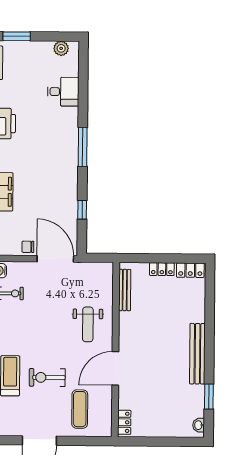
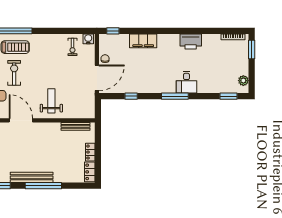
window: (83, 70) -> (228, 96), added
desk: (63, 92) -> (186, 82), moved
weight bench: (88, 324) -> (51, 101), turned 90
window: (209, 337) -> (43, 186), added

